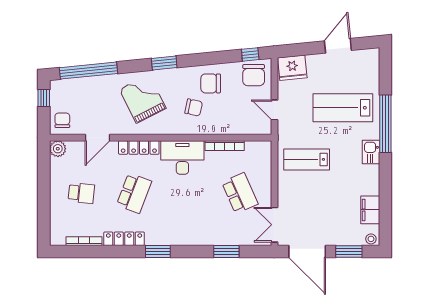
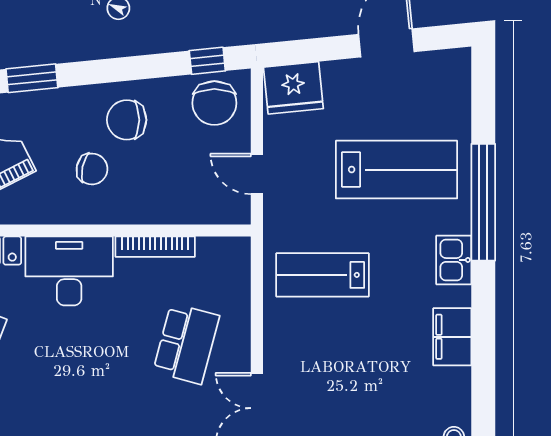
lab bench: (343, 108) -> (396, 170), turned 180
school desk: (240, 193) -> (186, 344), turned 39
filing cabinet: (370, 210) -> (452, 337), moved

